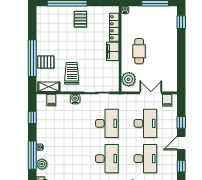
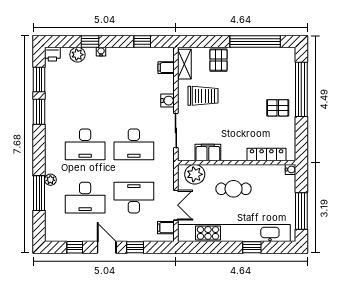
window: (181, 22) -> (252, 247), moved
filing cabinet: (113, 51) -> (208, 152), moved
kitchen unit: (171, 51) -> (234, 233), added
window: (32, 58) -> (255, 41), moved
desk: (145, 123) -> (134, 198), turned 180
window: (32, 155) -> (90, 41), width x0.46

